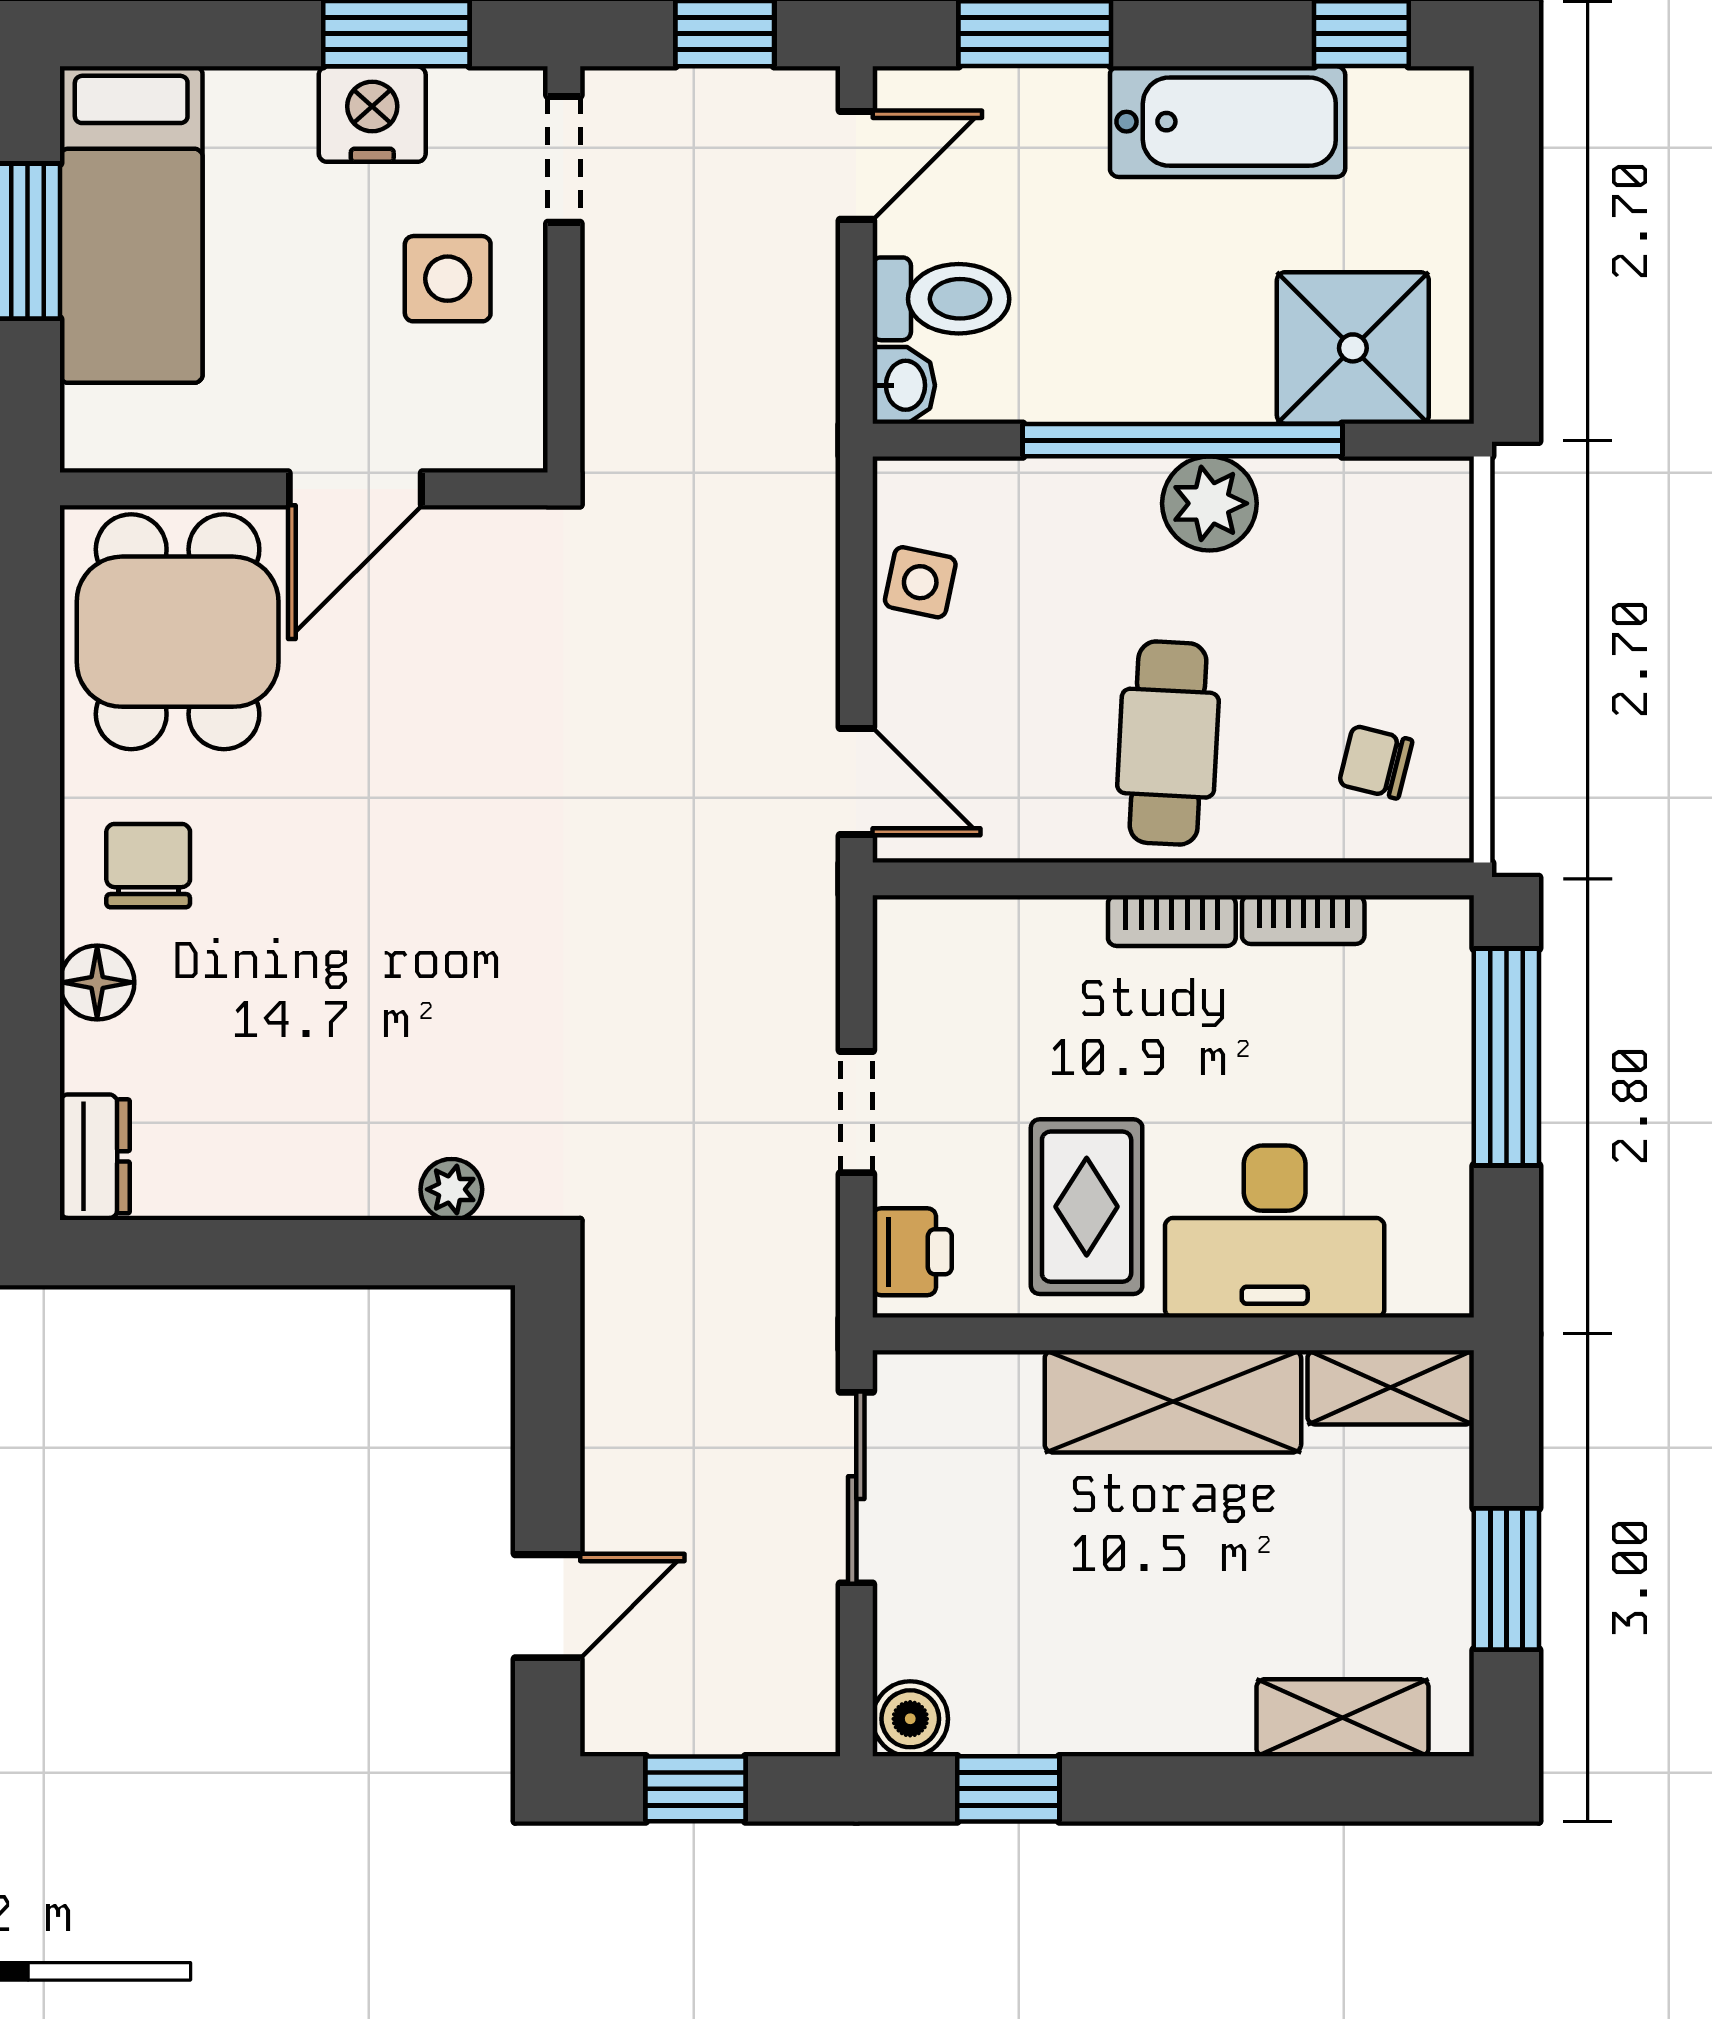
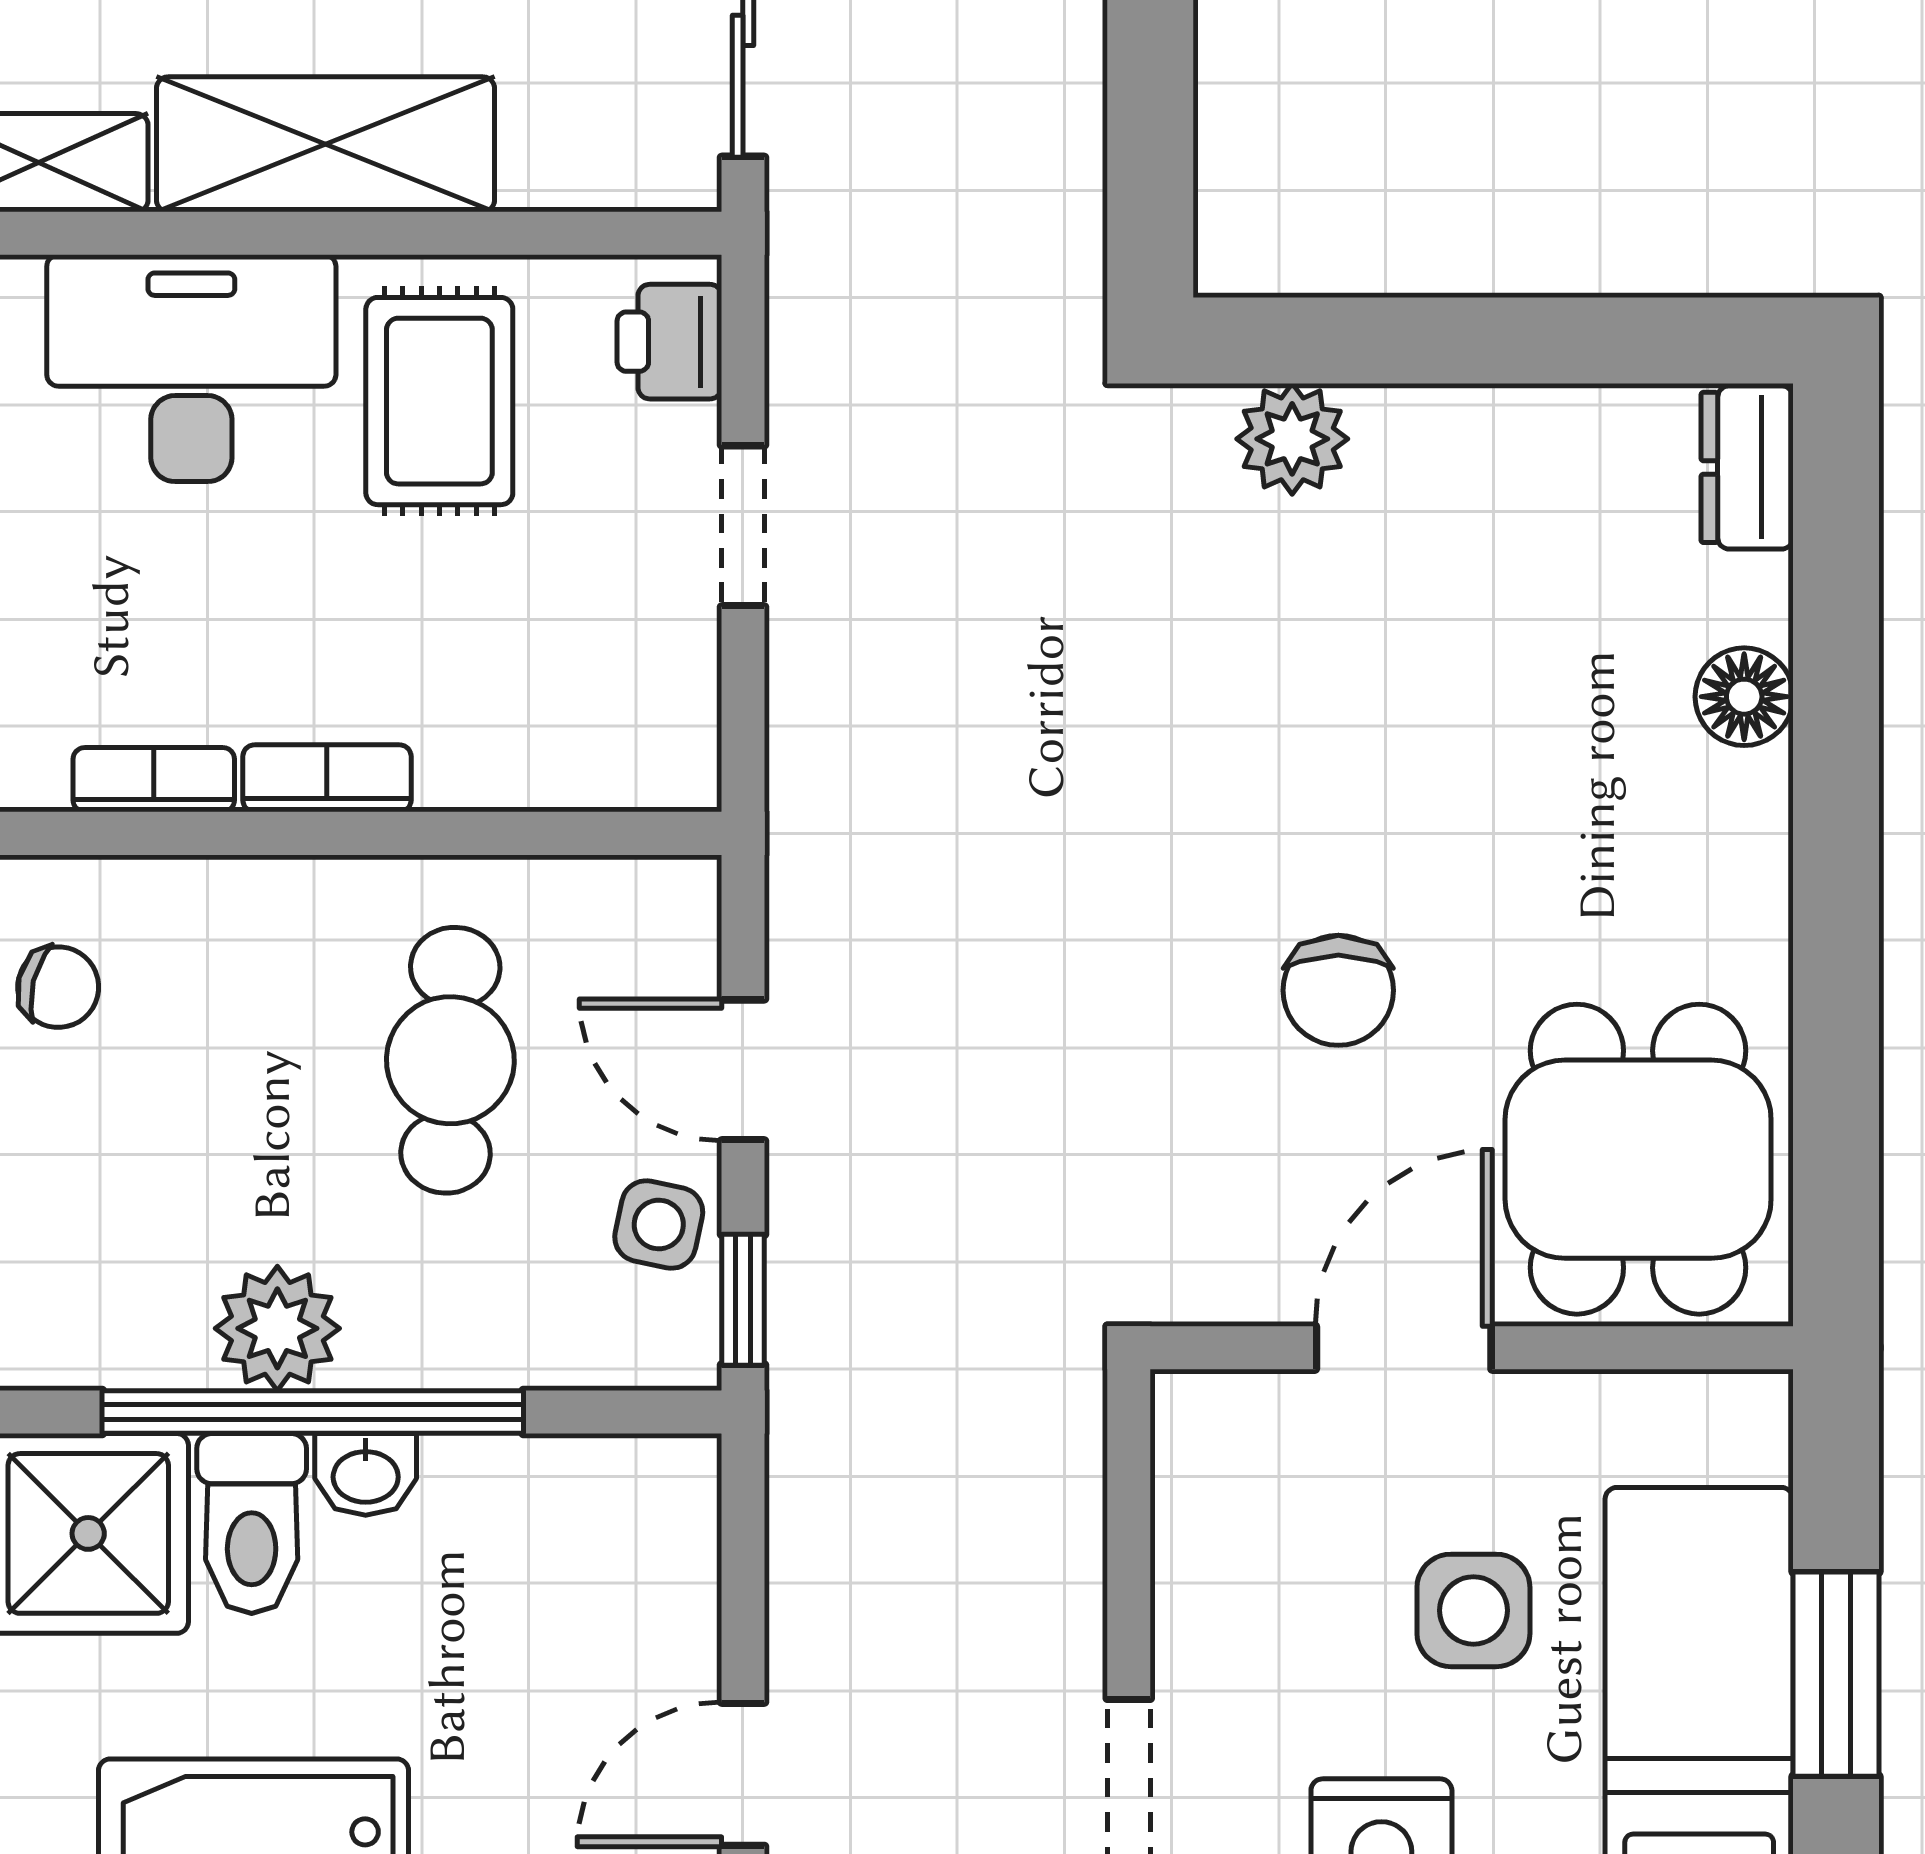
side table: (448, 279) -> (1473, 1610), moved
toilet: (941, 299) -> (252, 1524), moved, turned -90
washbasin: (904, 385) -> (366, 1474), moved, turned -90
window: (856, 525) -> (743, 1300), added
cafe table: (1168, 743) -> (450, 1060), moved
door: (856, 782) -> (743, 1070), moved
chair: (148, 866) -> (1338, 990), moved
plant: (451, 1189) -> (1292, 439), width x1.38, depth x1.38

